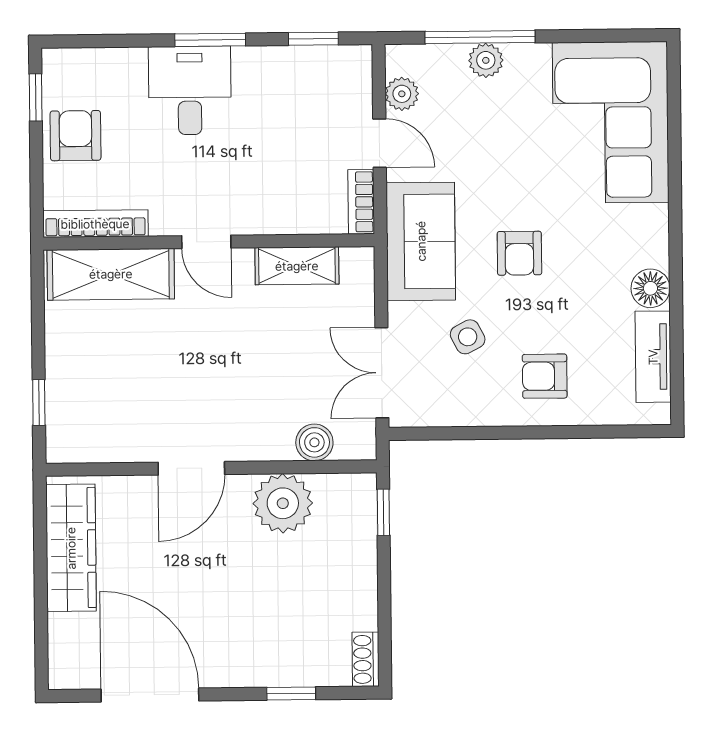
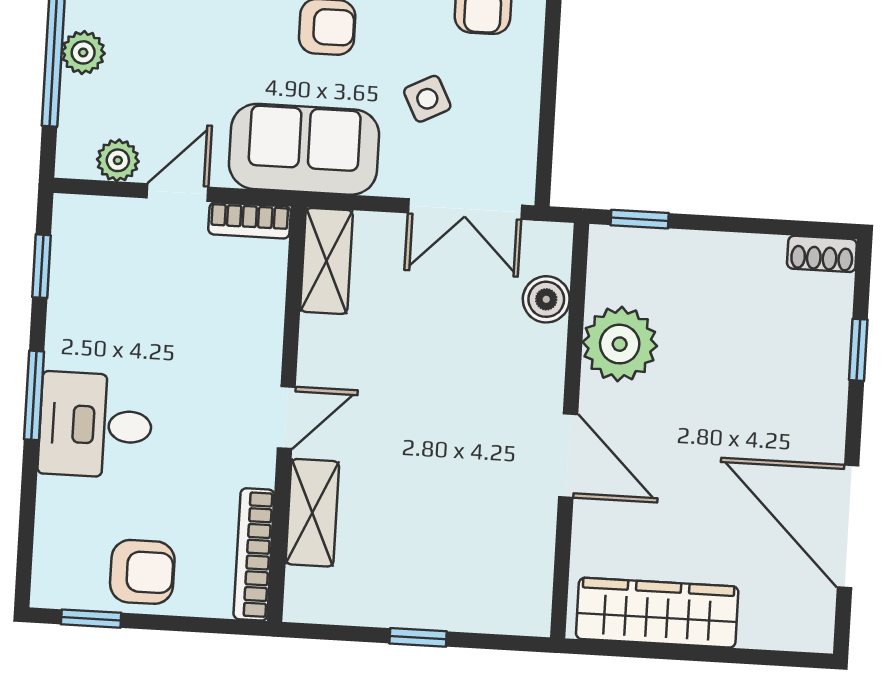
armchair: (75, 136) -> (142, 572), turned 180
shelving: (297, 266) -> (327, 261), moved
shelving: (111, 274) -> (312, 513), width x0.67, depth x0.75
window: (39, 403) -> (418, 637), moved
door: (150, 695) -> (848, 527), hinge flipped

